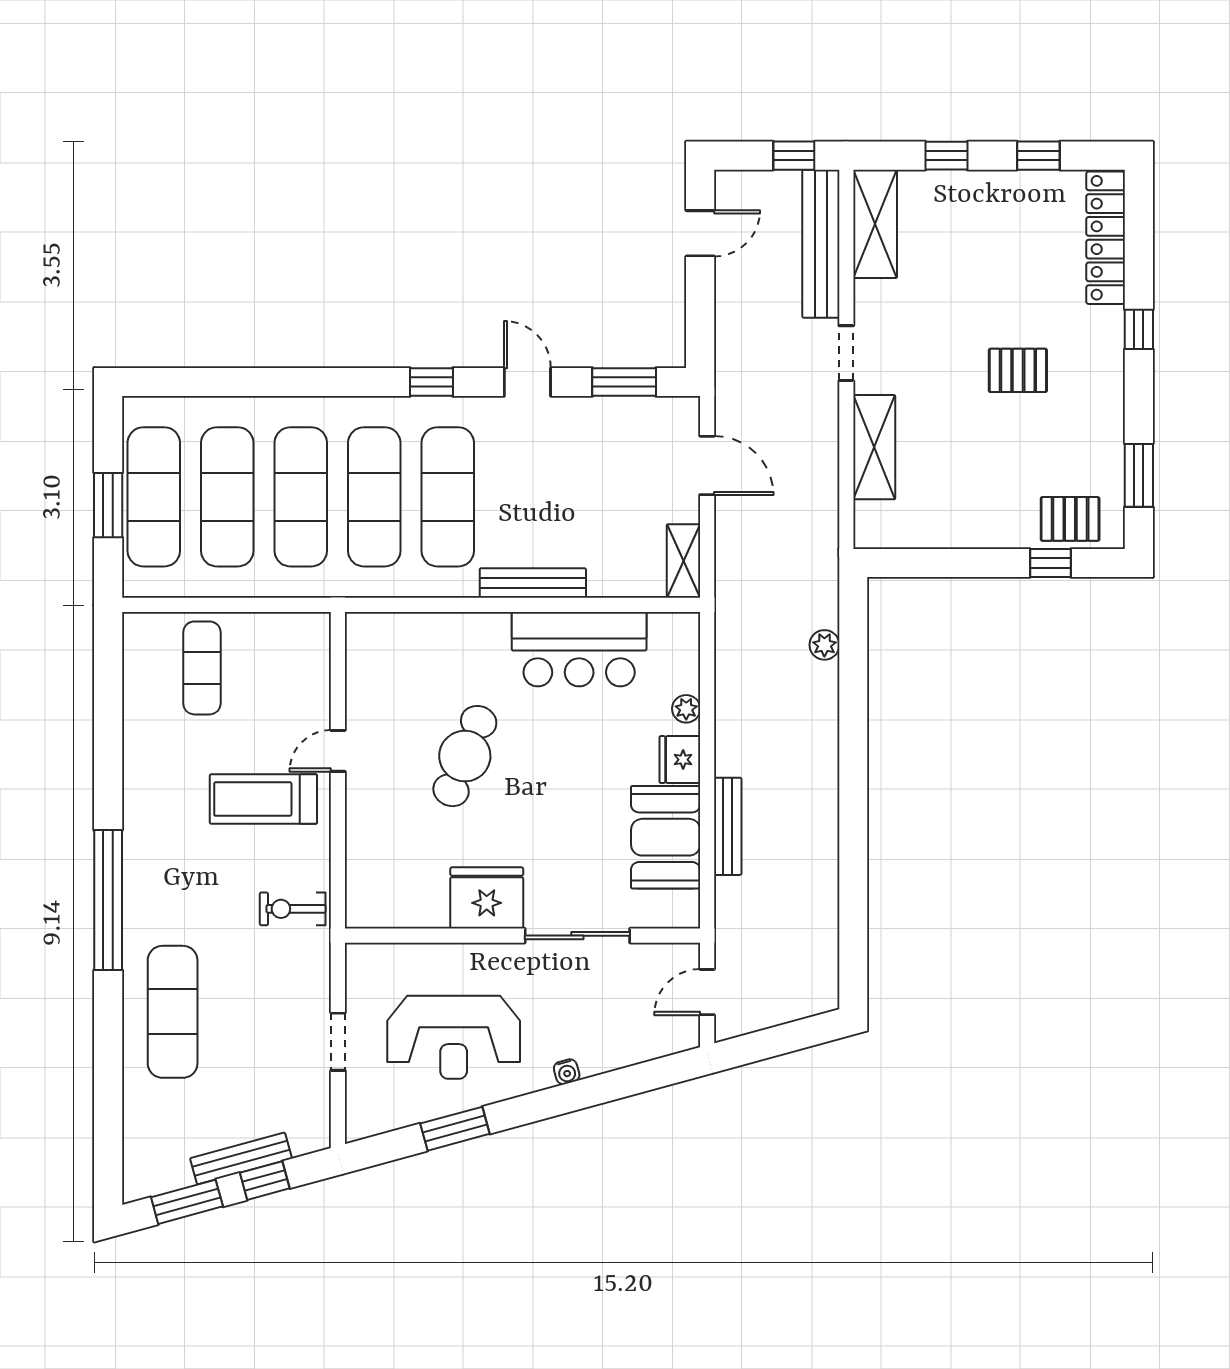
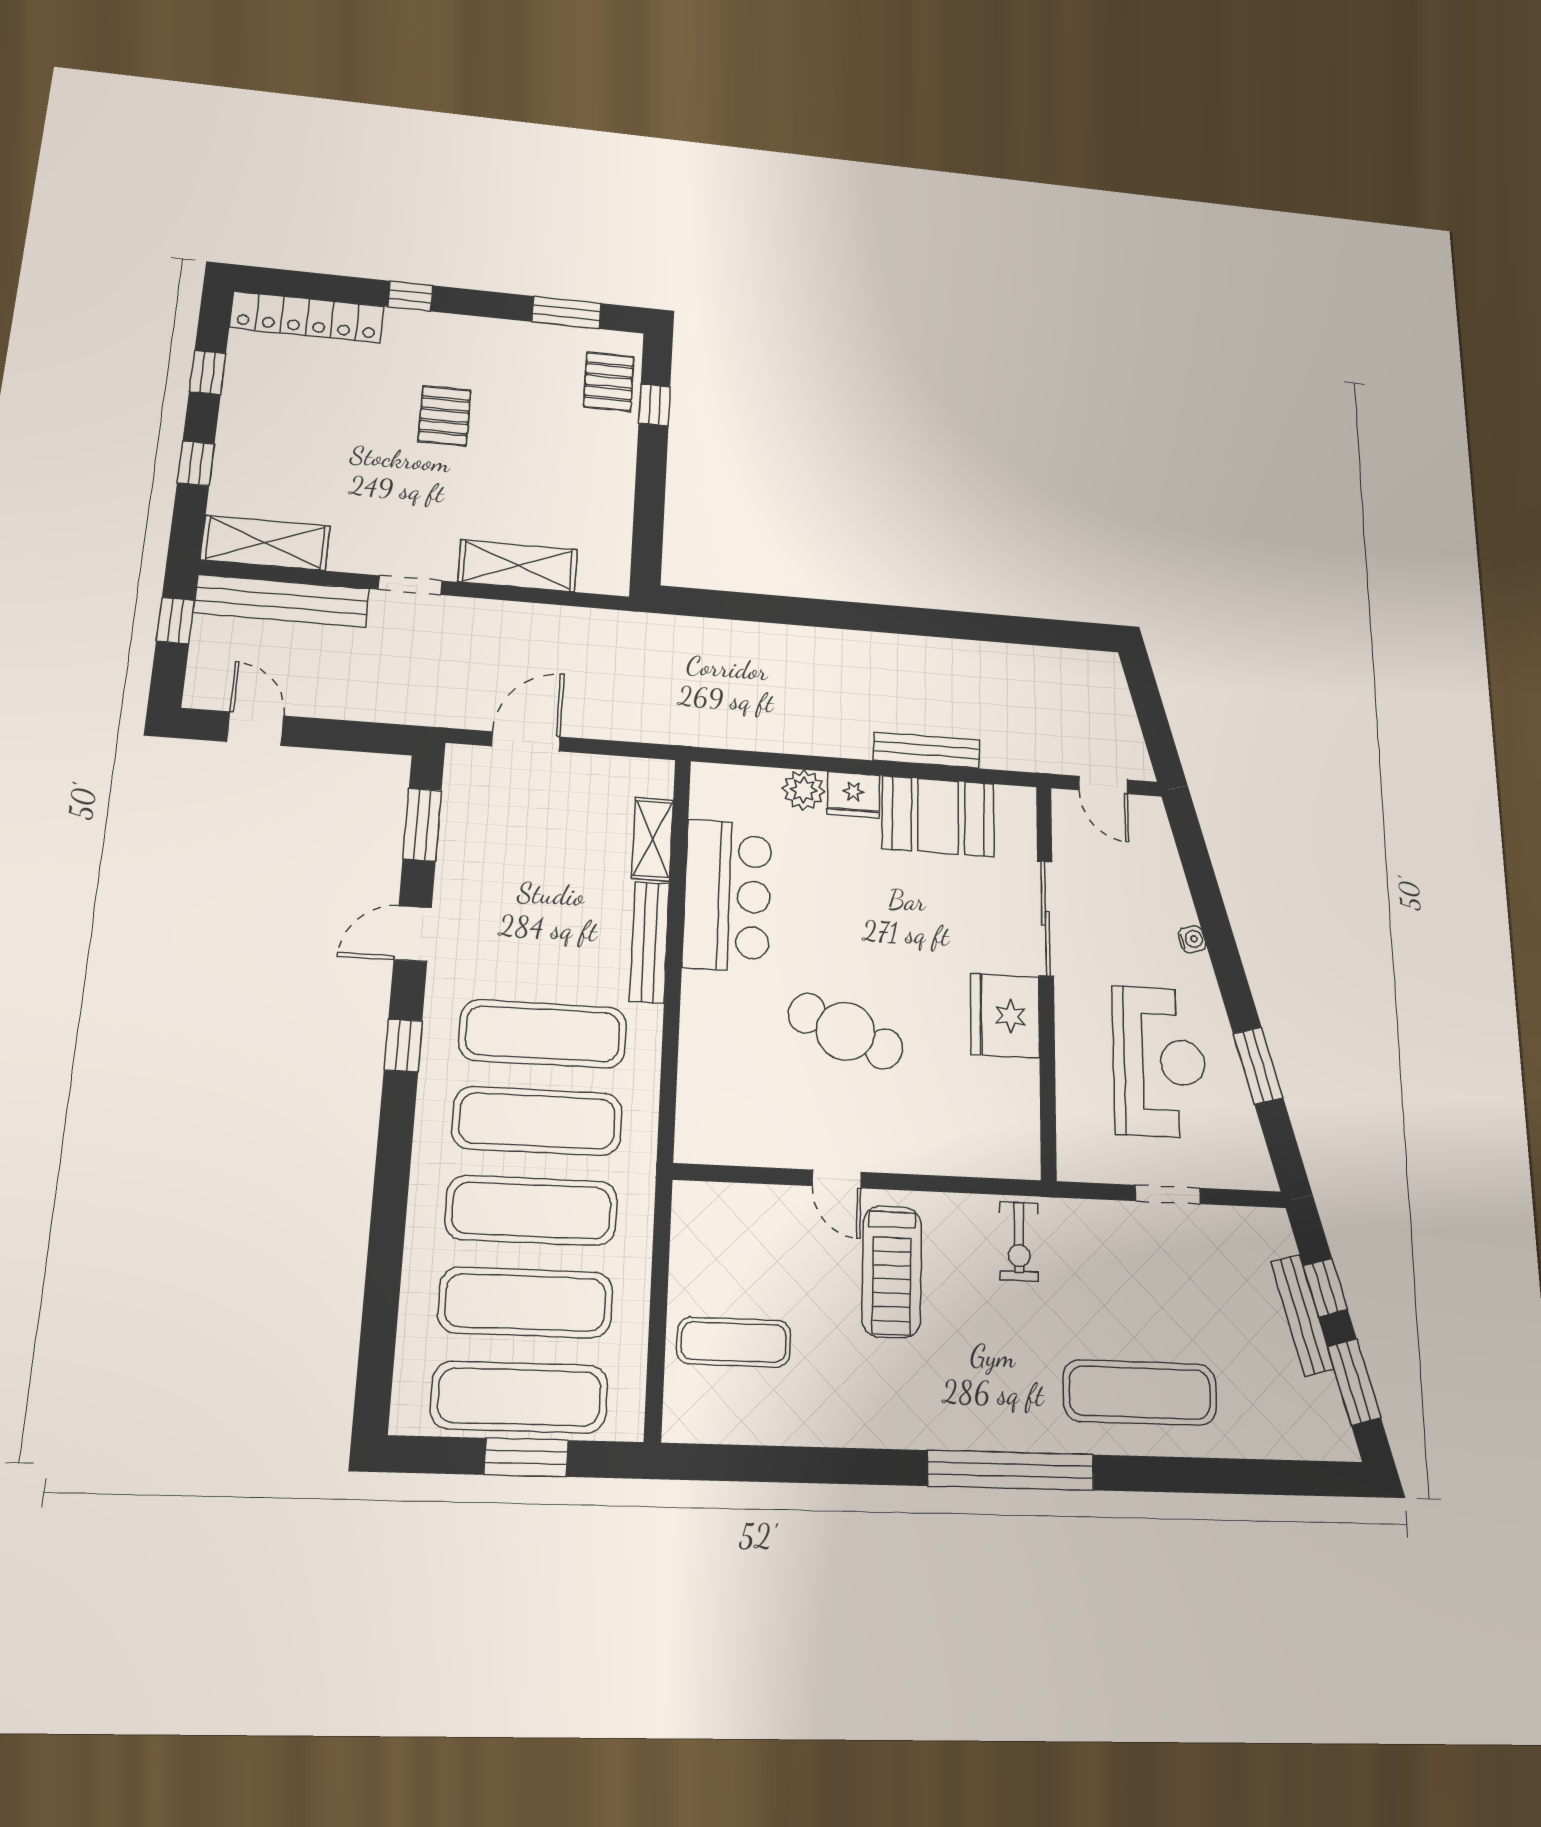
shelving: (683, 561) -> (653, 839), moved, turned 90
plant: (824, 645) -> (732, 635), removed
plant: (686, 709) -> (804, 790), width x1.38, depth x1.38

